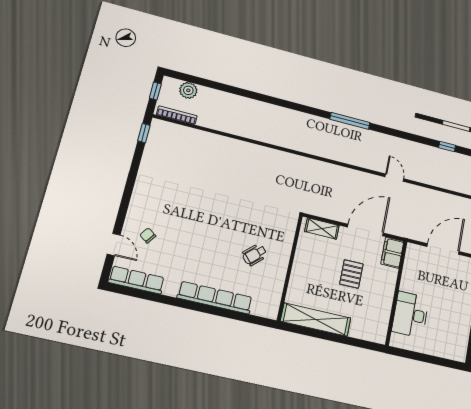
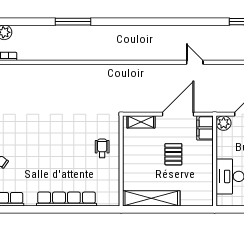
window: (350, 121) -> (73, 22), moved
plant: (414, 252) -> (224, 123), added
wheelchair: (255, 255) -> (102, 148), moved, turned 133

